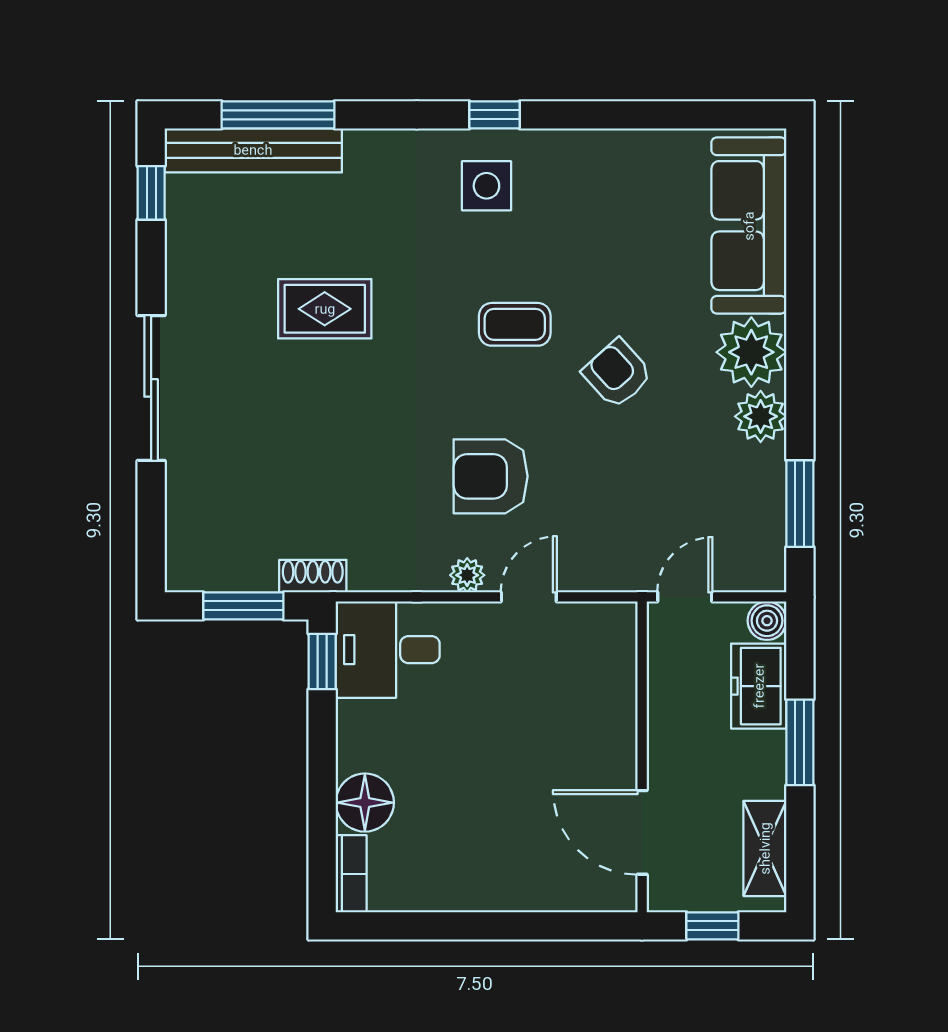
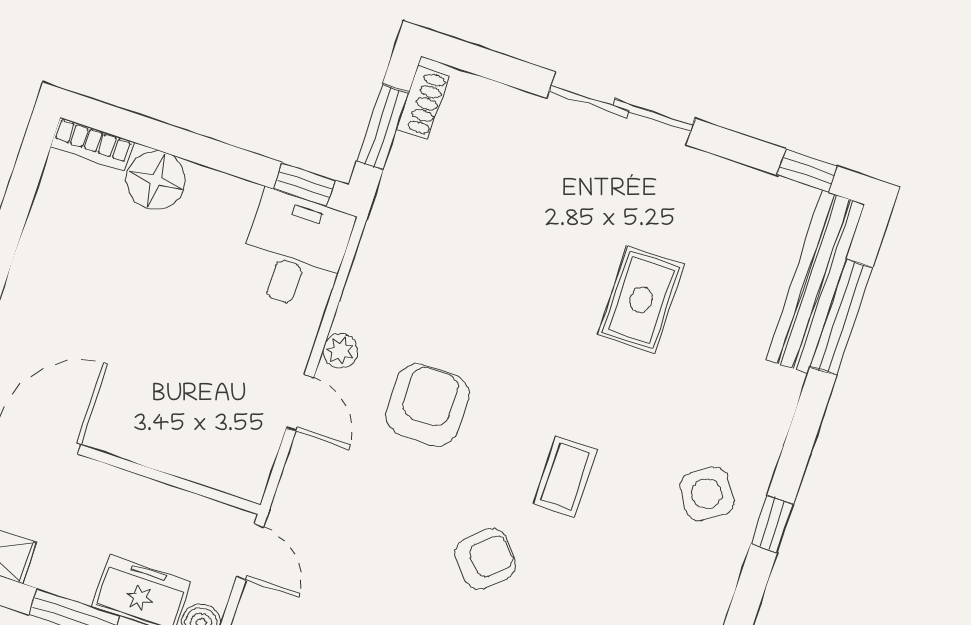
side table: (486, 186) -> (707, 494), turned -33
shoe rack: (313, 576) -> (423, 102), moved

